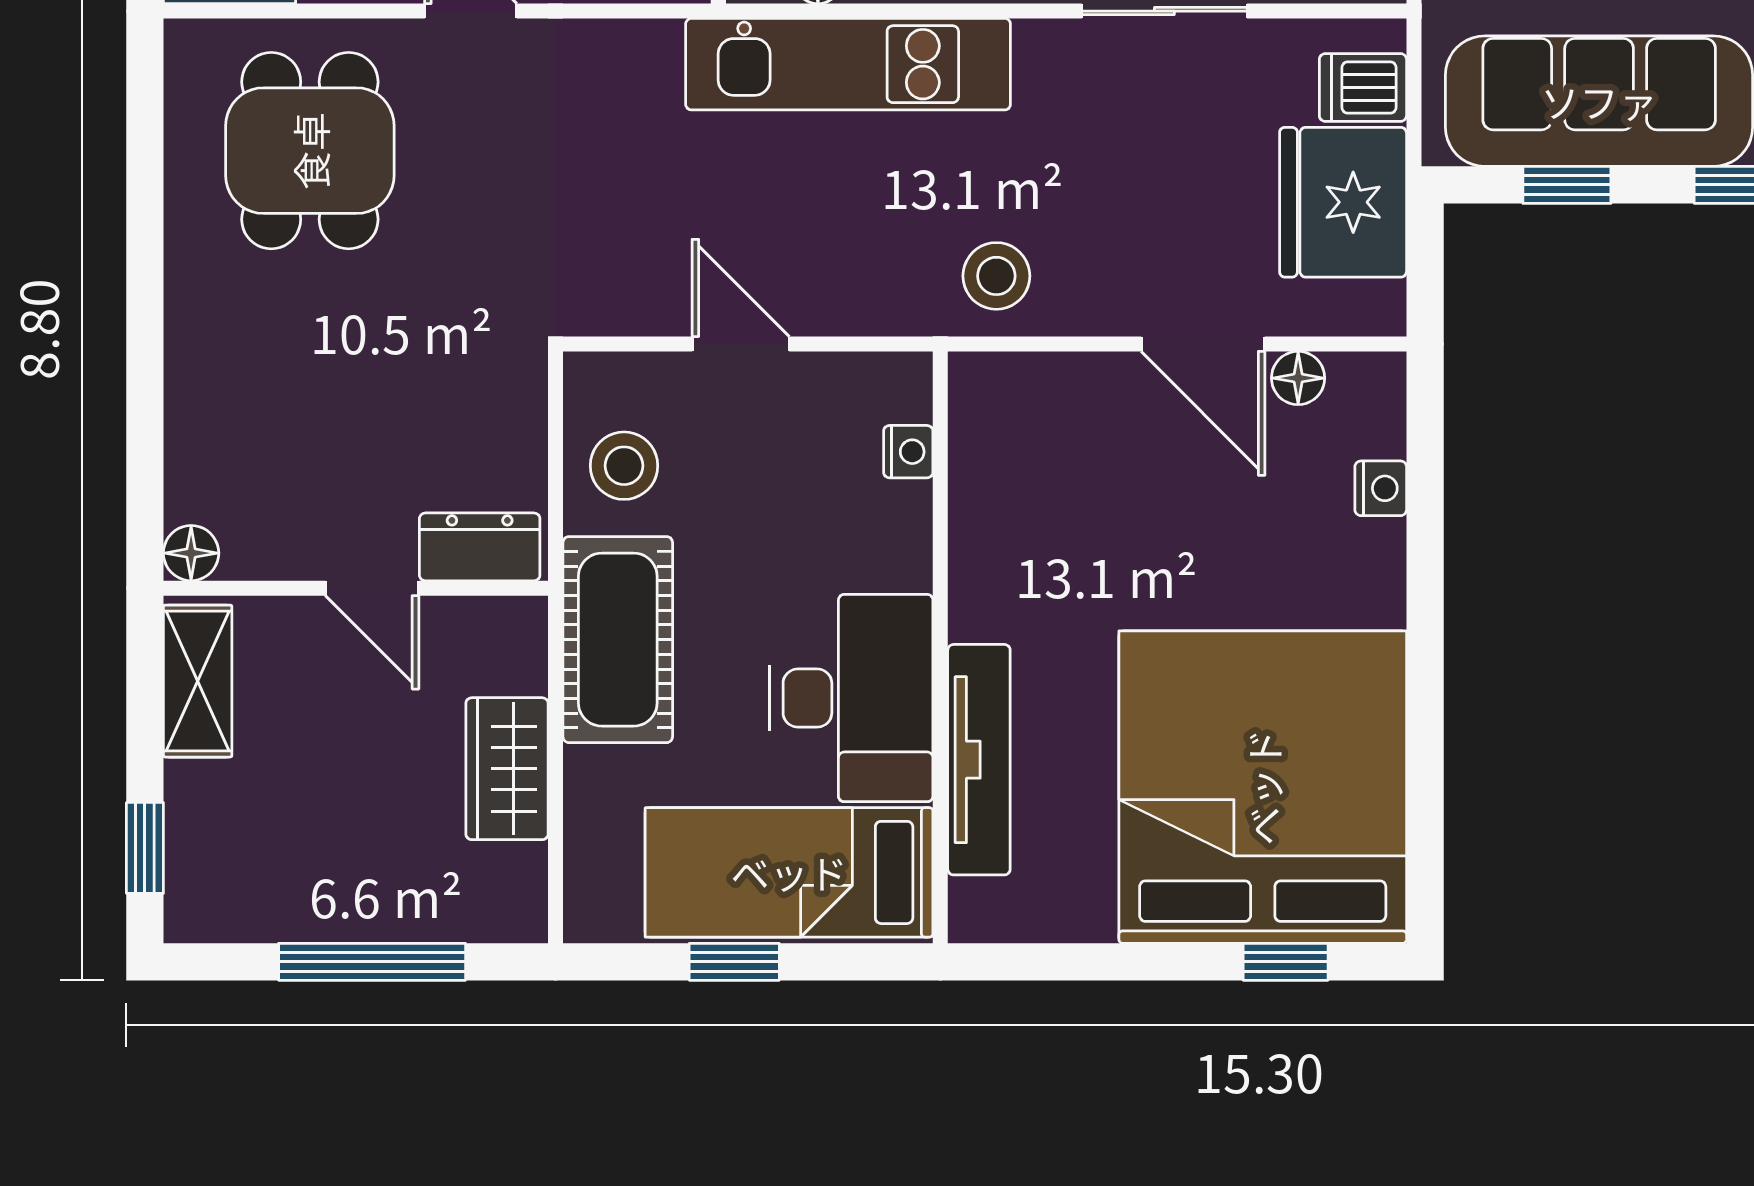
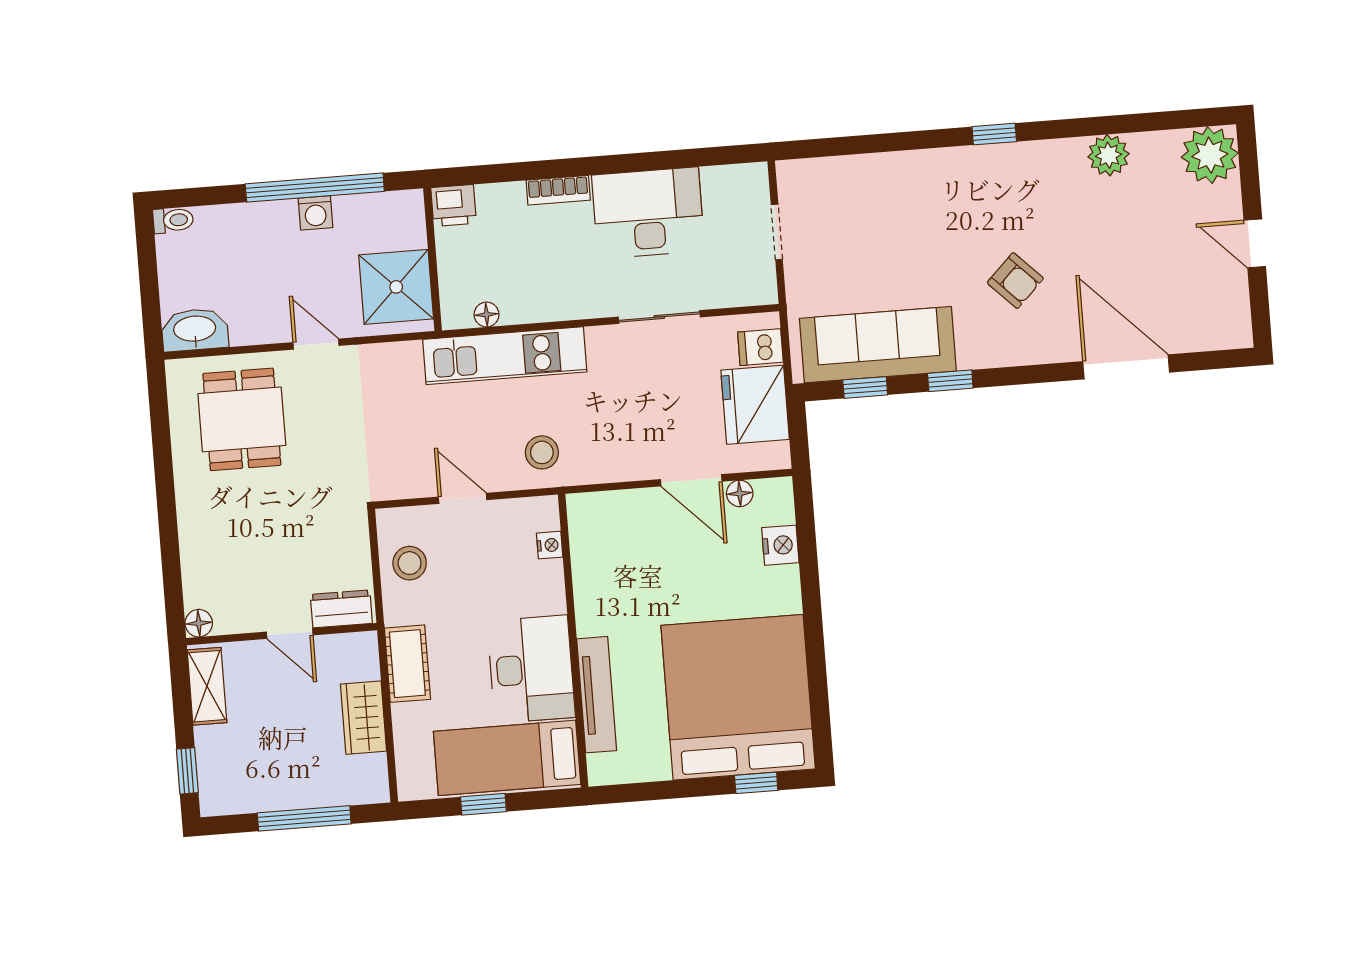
stool: (996, 276) -> (542, 452), moved
nightstand: (1381, 488) -> (780, 545), width x1.39, depth x1.35
cot: (618, 640) -> (407, 664), width x0.73, depth x0.75

